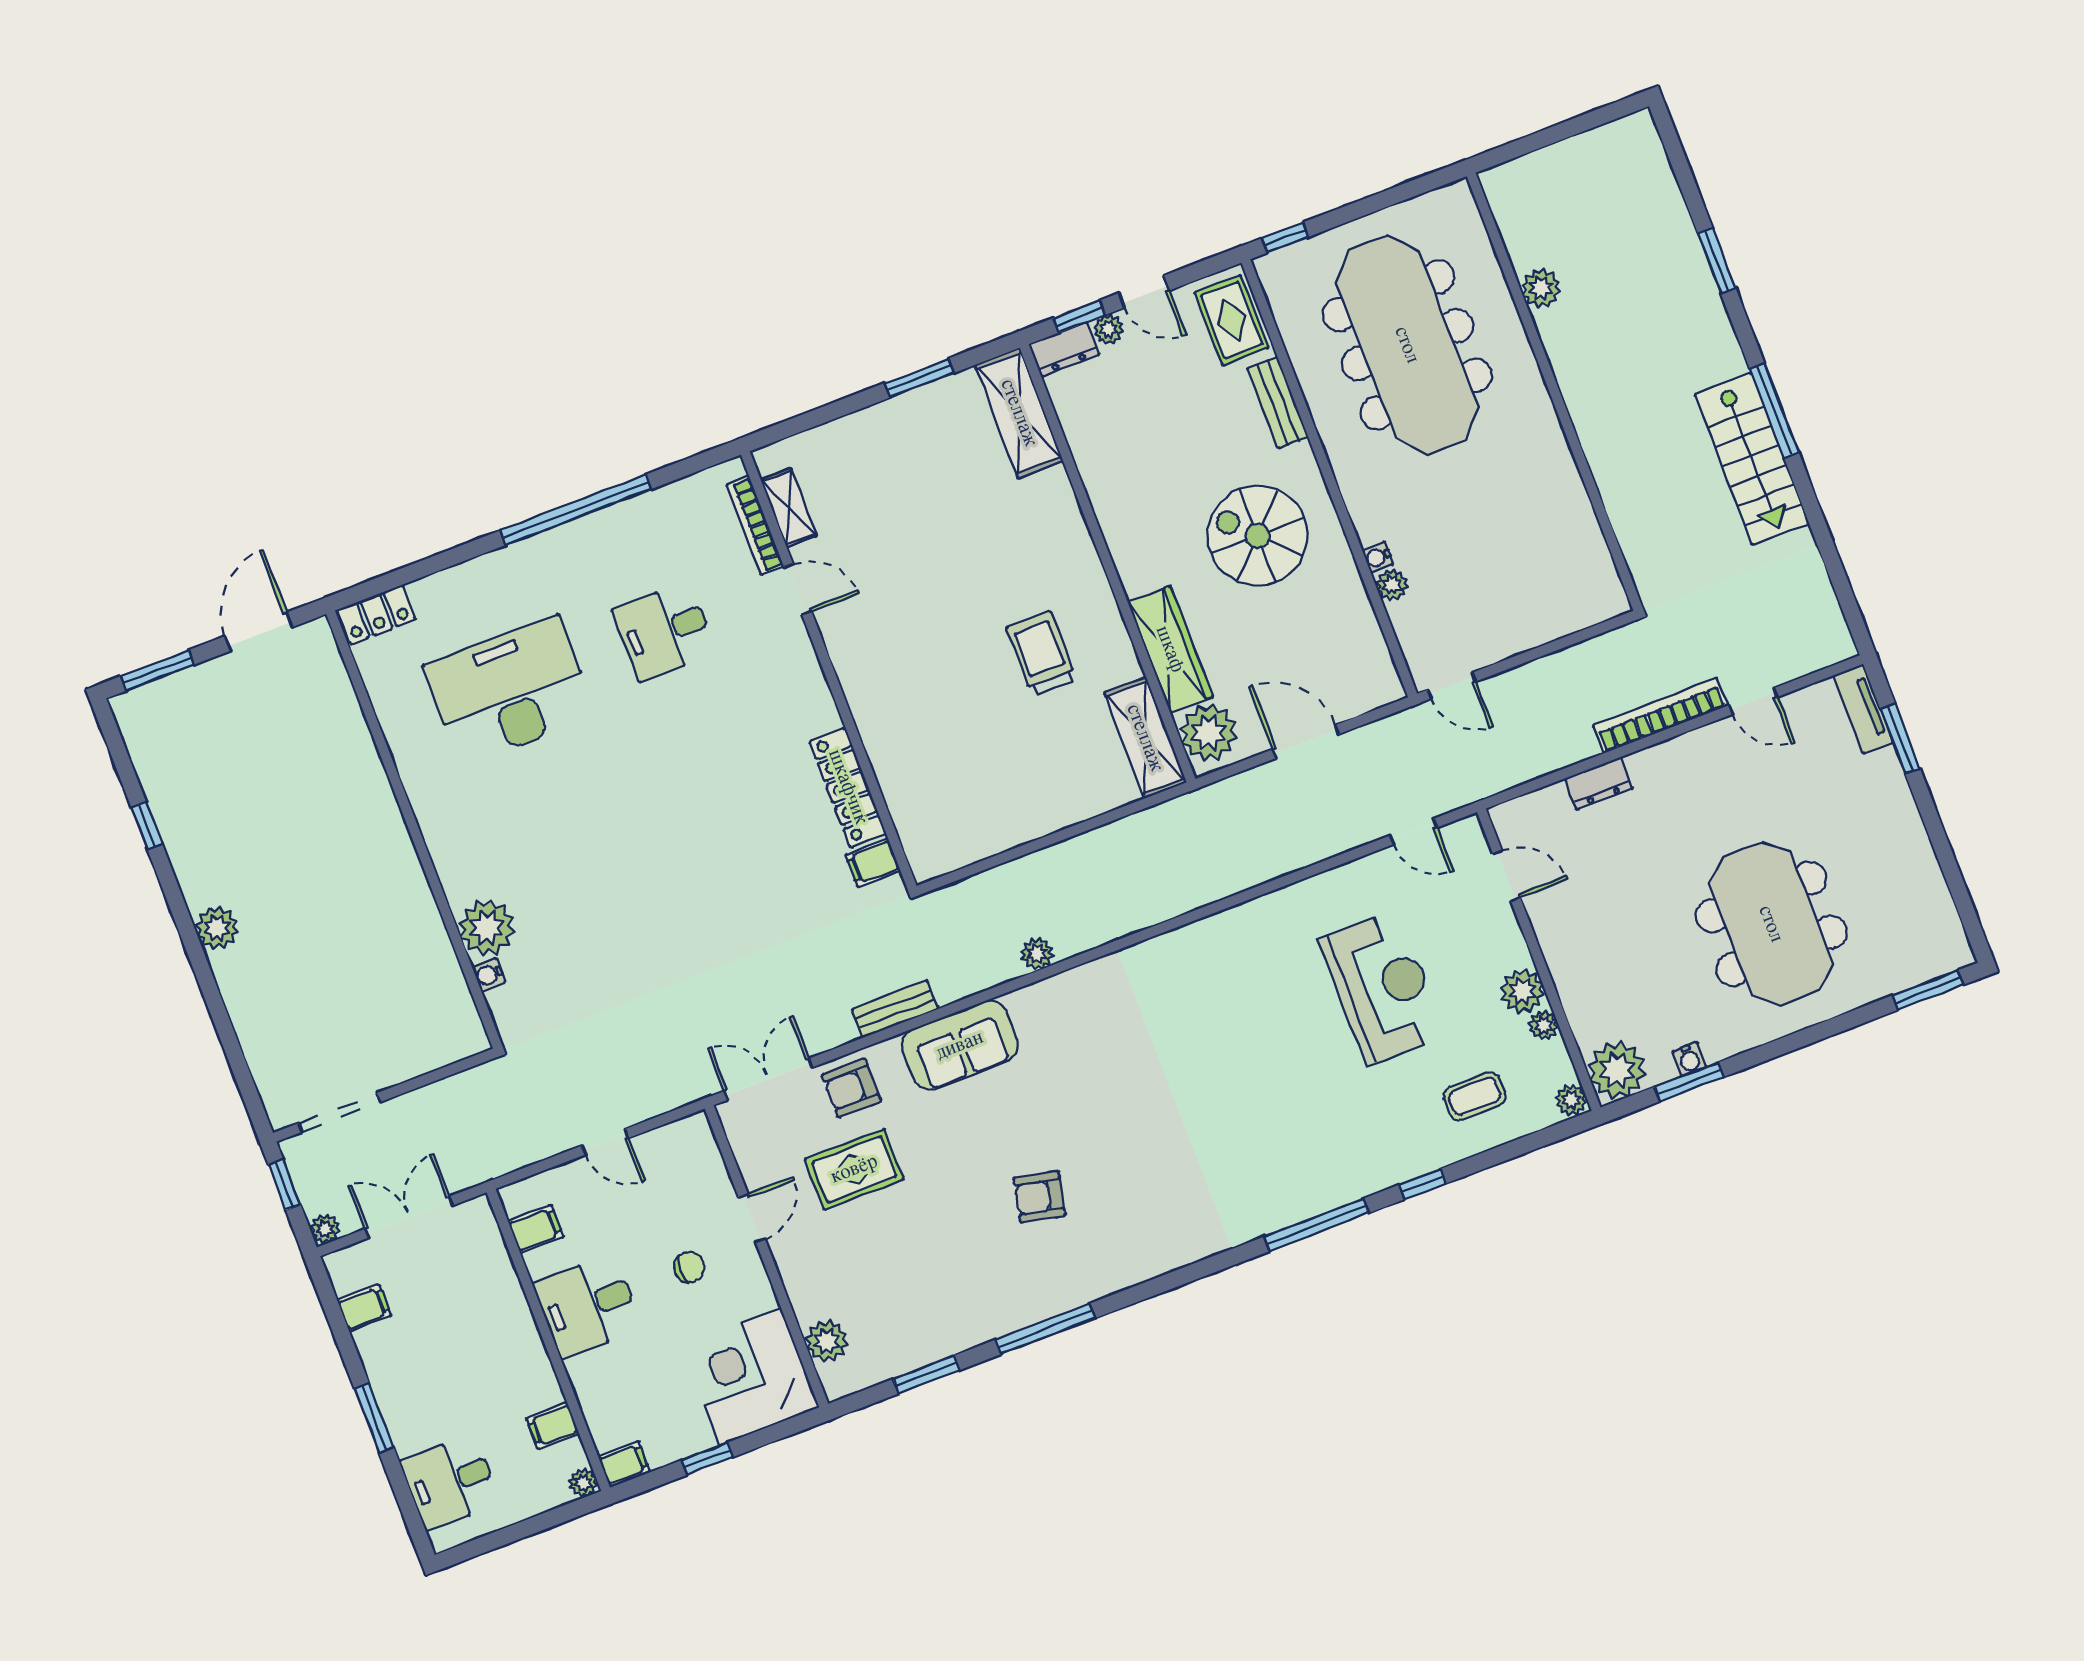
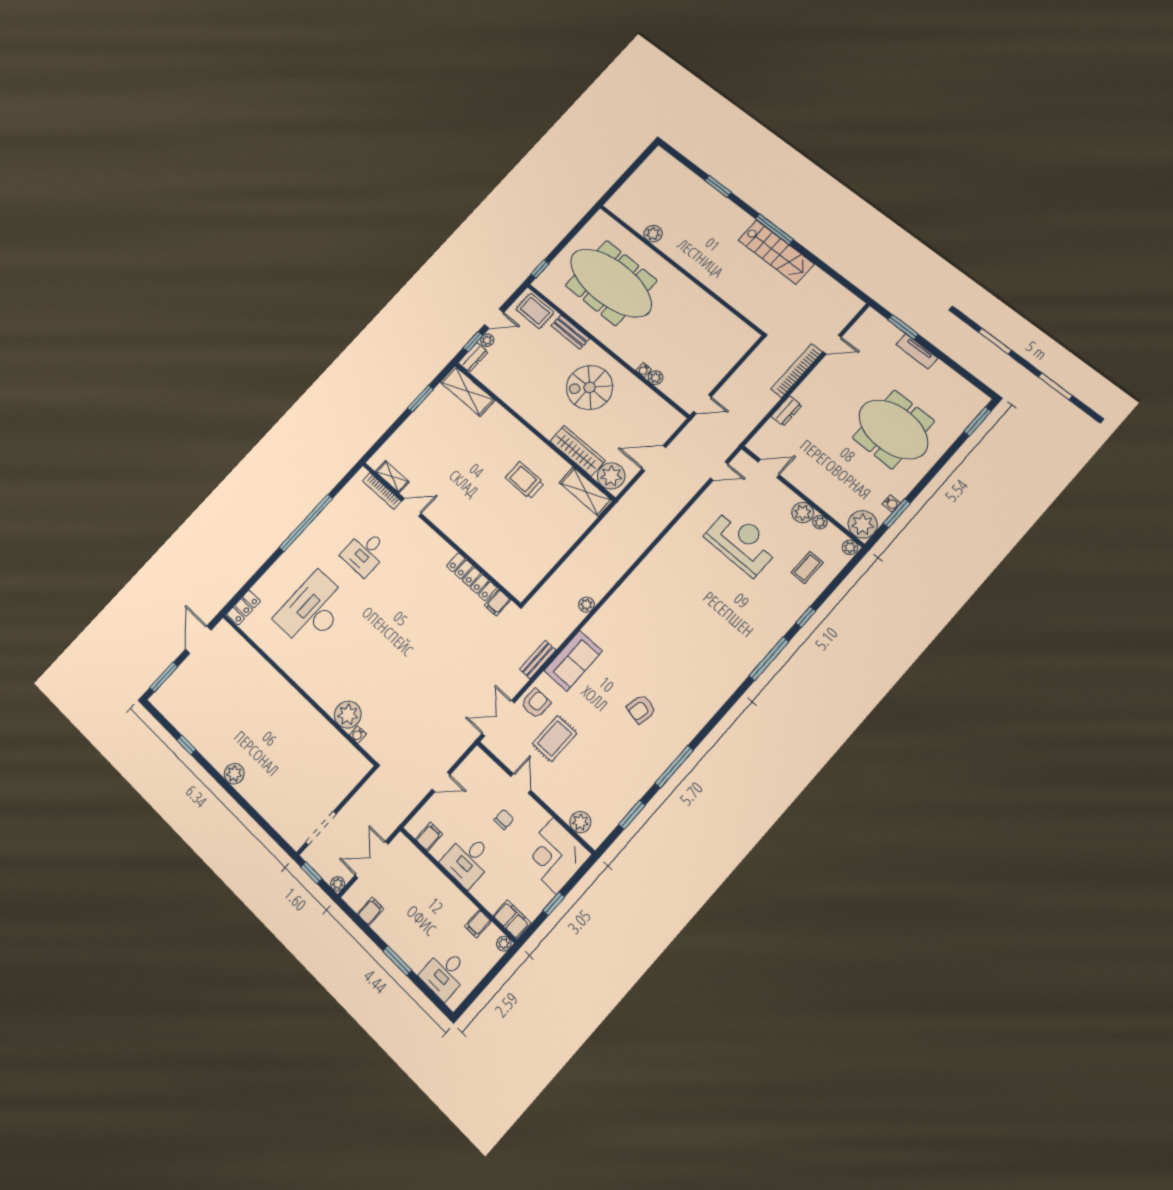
tv unit: (1863, 709) -> (917, 351), moved
armchair: (851, 1088) -> (536, 703), turned 180
filing cabinet: (624, 1464) -> (512, 919), width x2.00

